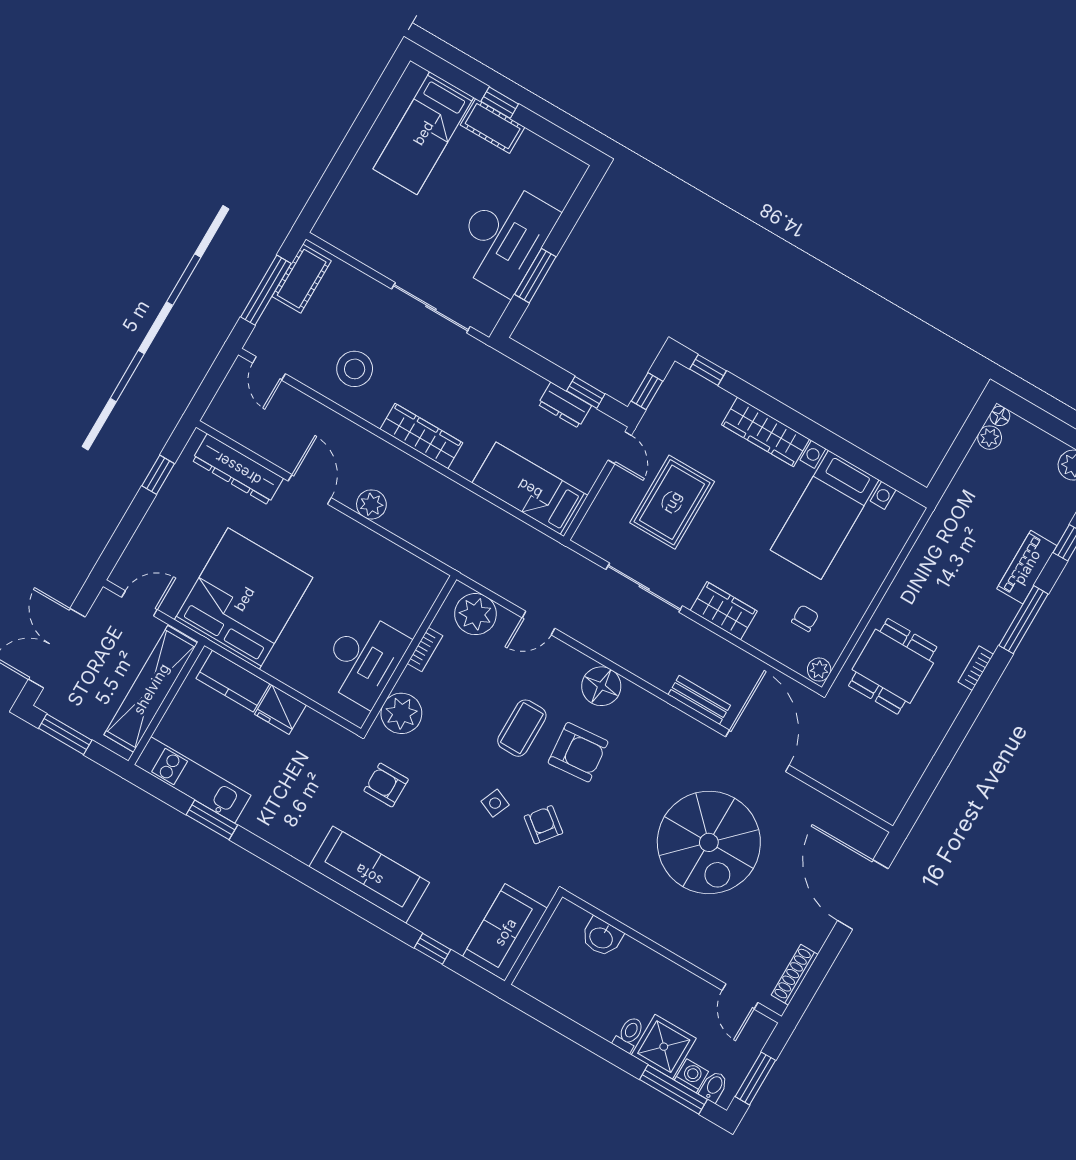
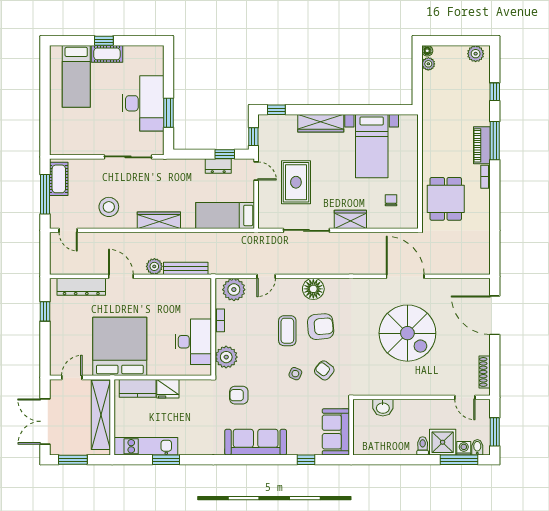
piano: (1027, 567) -> (482, 145), moved
plant: (819, 670) -> (412, 221), removed
bench: (699, 700) -> (186, 268), moved, width x1.36

